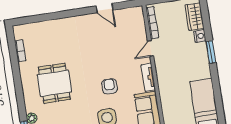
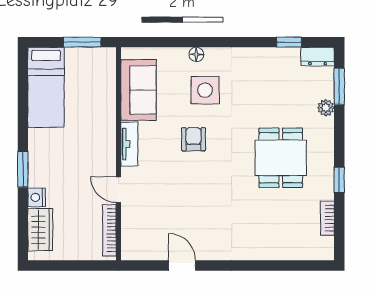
door: (151, 48) -> (118, 190), swing flipped
window: (17, 75) -> (339, 180), added
armchair: (109, 86) -> (193, 139), turned 180

